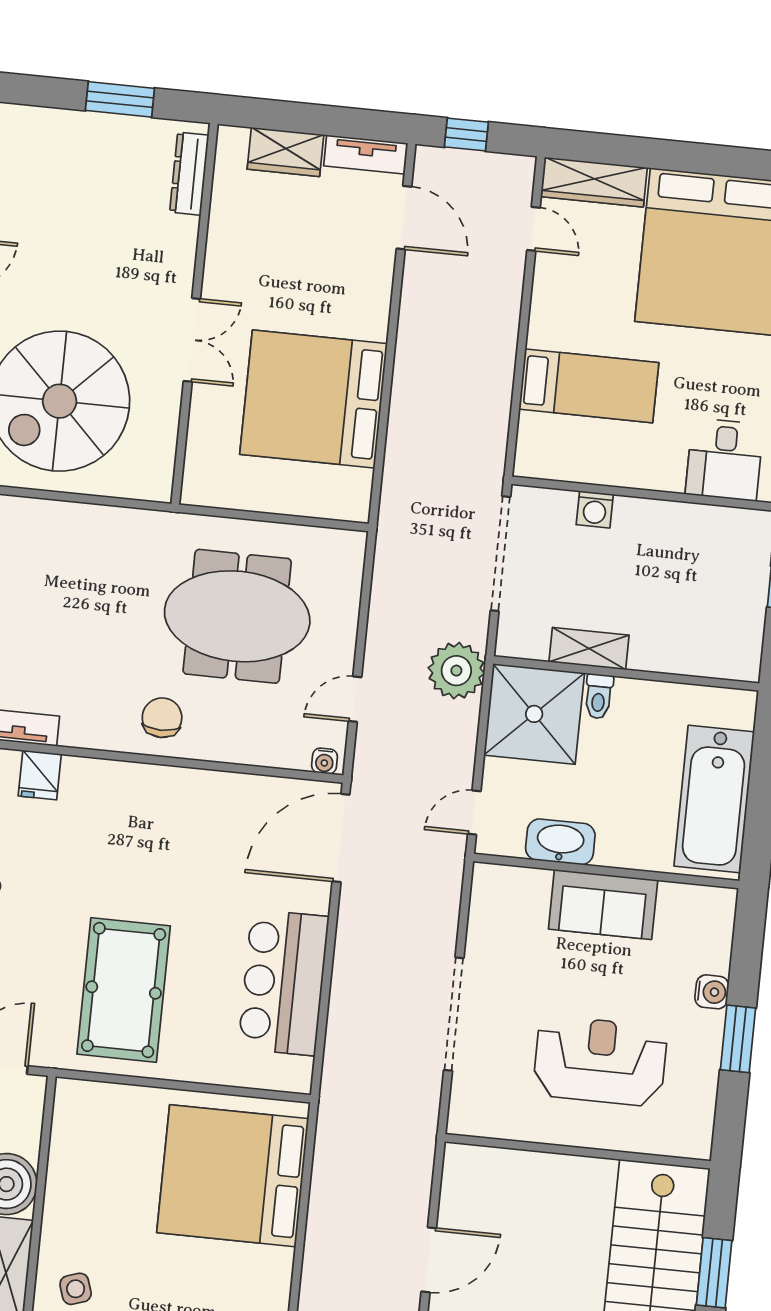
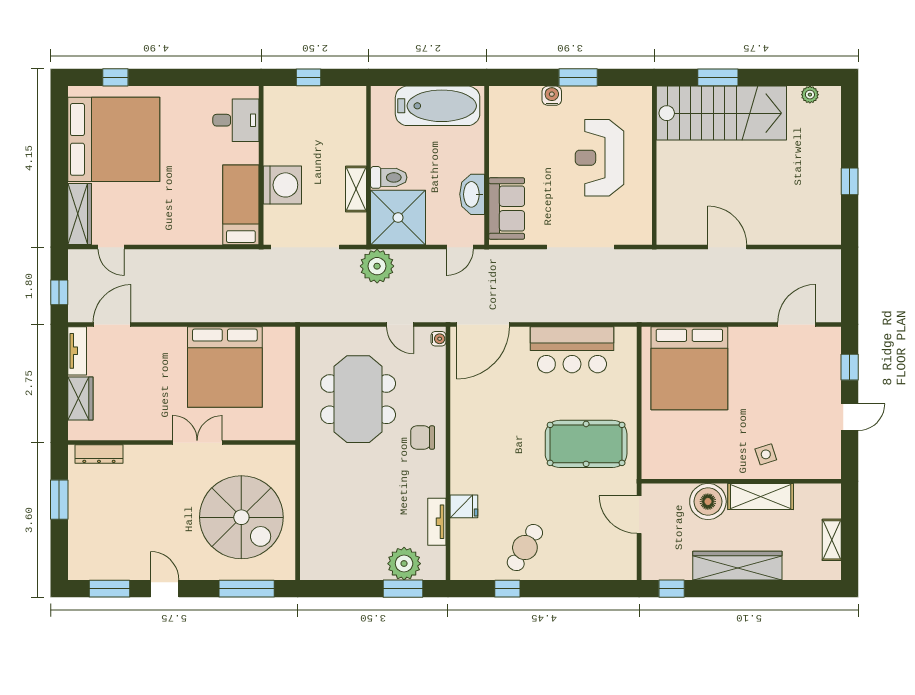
door: (533, 229) -> (111, 247), swing flipped
bed: (589, 386) -> (241, 205), moved
washing machine: (595, 509) -> (282, 185), width x1.89, depth x1.89
toilet: (599, 696) -> (389, 177), width x1.37, depth x1.39
door: (474, 812) -> (460, 247), hinge flipped
door: (341, 838) -> (483, 324), hinge flipped
sofa: (603, 905) -> (507, 209), moved

